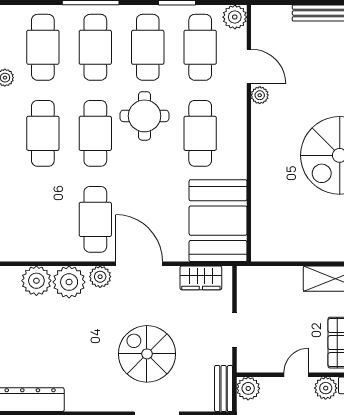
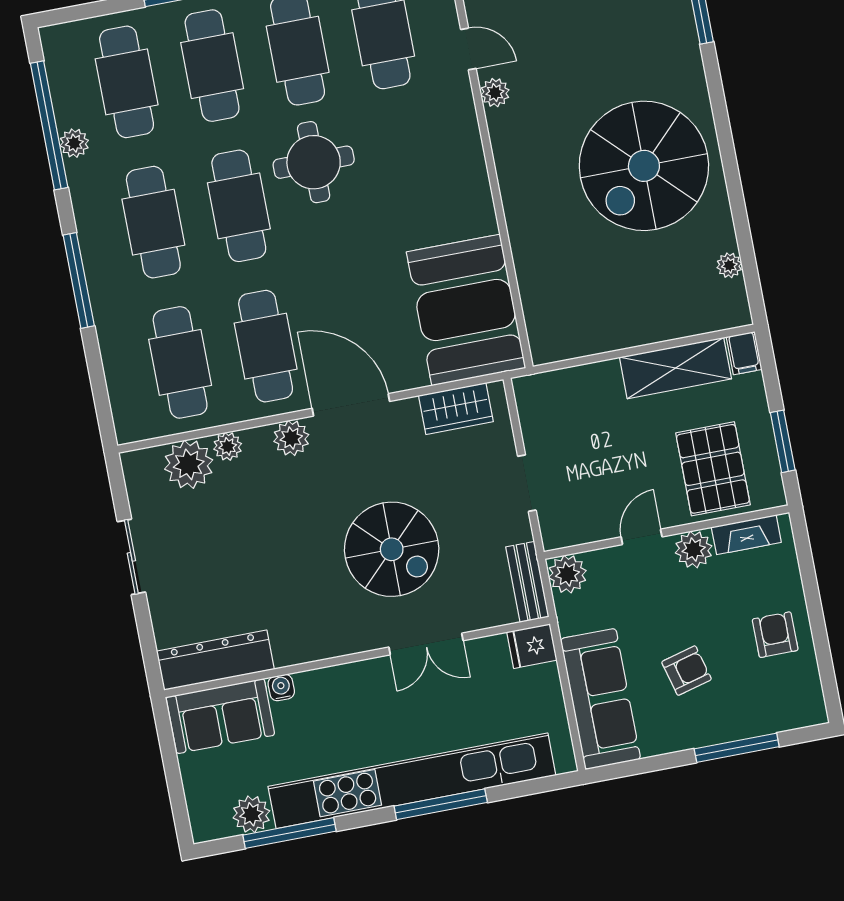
door: (249, 66) -> (468, 49), width x0.73
cafe table: (200, 133) -> (180, 362), moved
plant: (69, 282) -> (228, 446), width x0.53, depth x0.53
spiral stairs: (147, 354) -> (392, 549), turned 180

